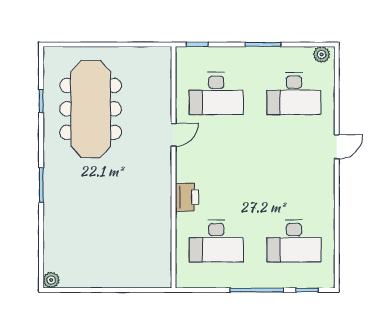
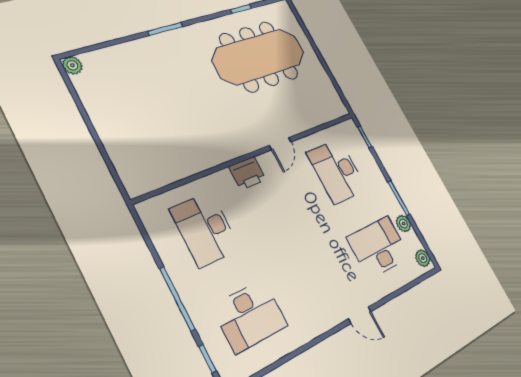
plant: (286, 54) -> (404, 223), added
desk: (294, 94) -> (379, 247), turned 90
door: (174, 135) -> (280, 144), hinge flipped
printer: (187, 197) -> (248, 173), moved
desk: (294, 241) -> (250, 316), turned -90

